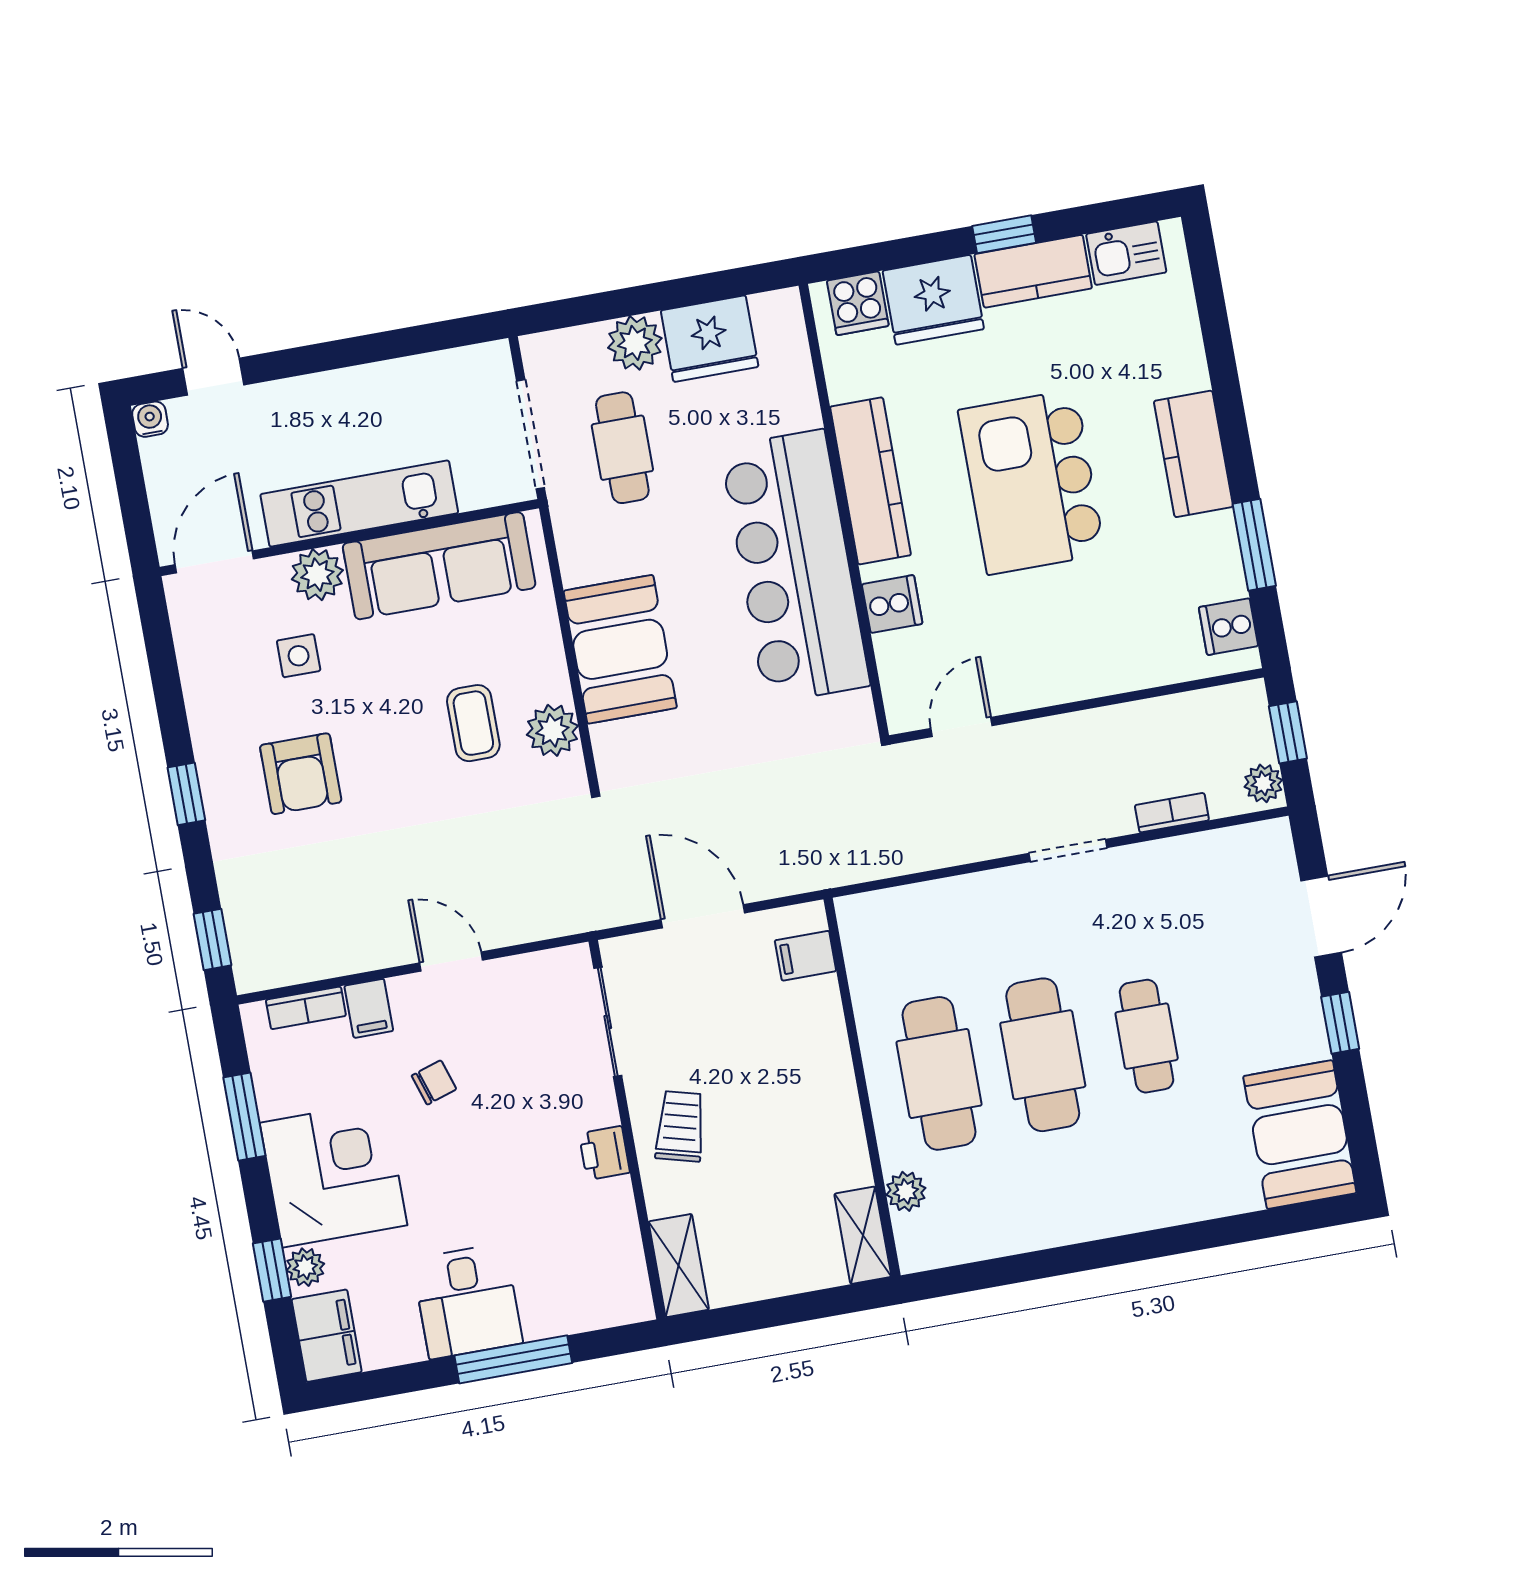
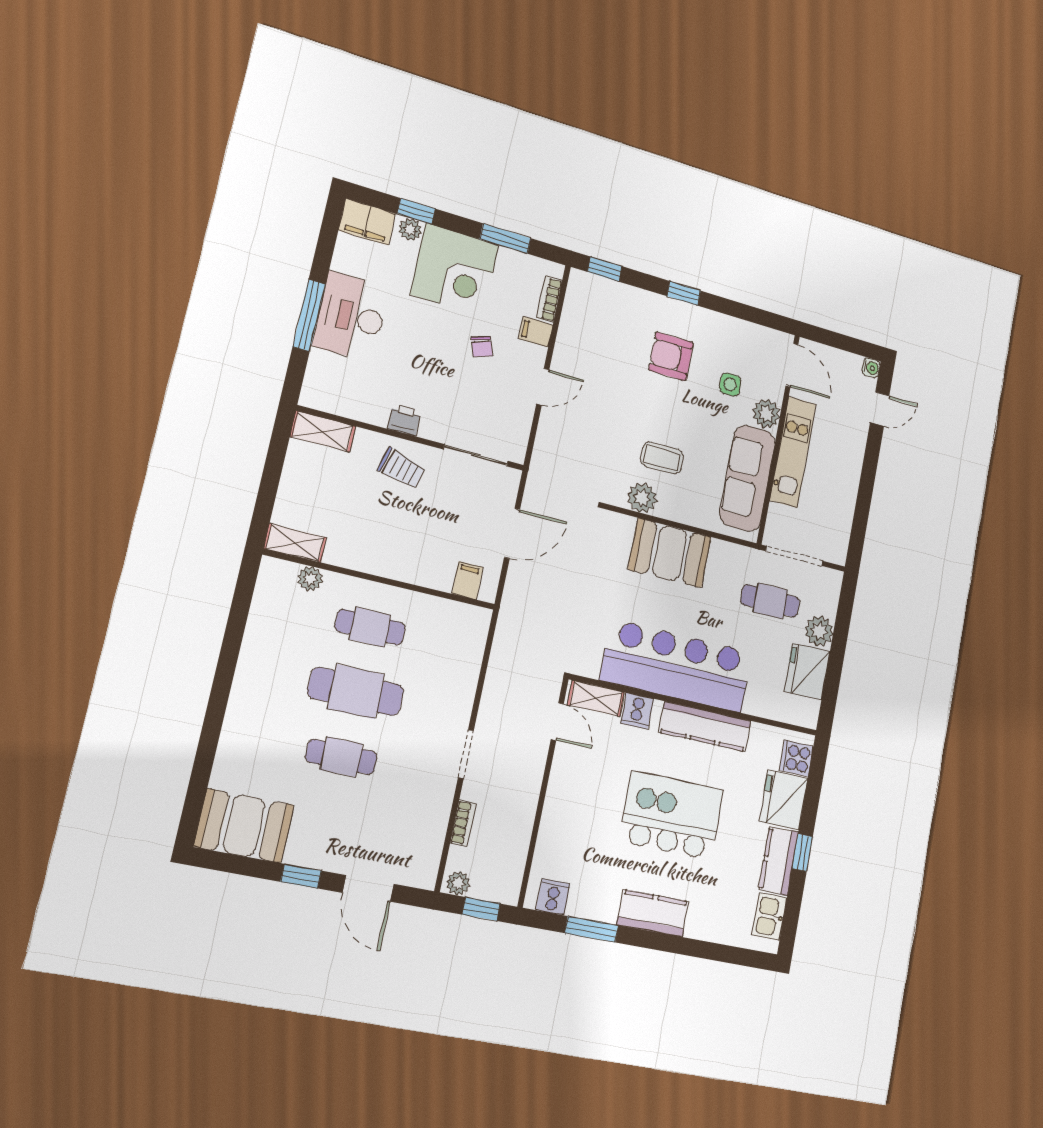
shelving: (900, 679) -> (596, 698), added
cafe table: (939, 1073) -> (370, 627), width x0.73, depth x0.74
desk: (467, 1301) -> (351, 317), width x1.37

